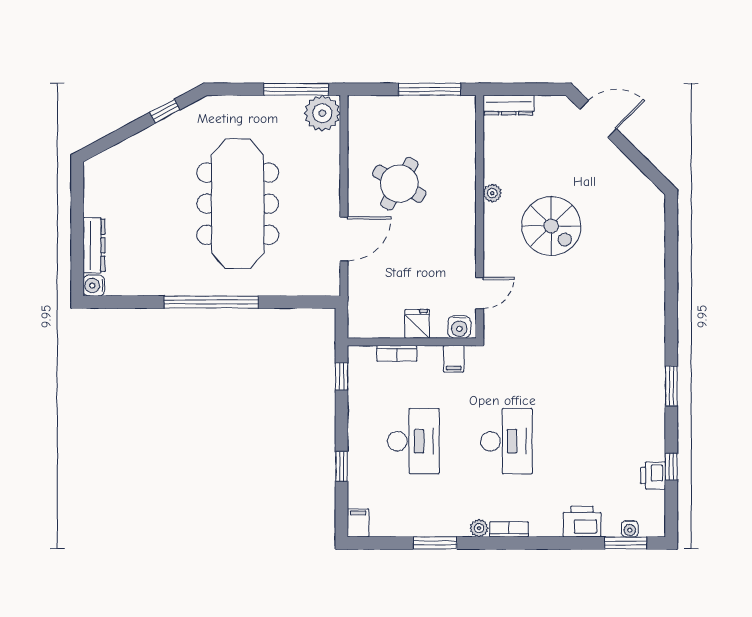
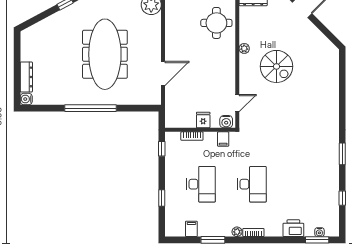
round table: (399, 184) -> (216, 23), moved, turned -30
printer: (653, 476) -> (332, 203), removed
filing cabinet: (358, 523) -> (191, 229), moved

